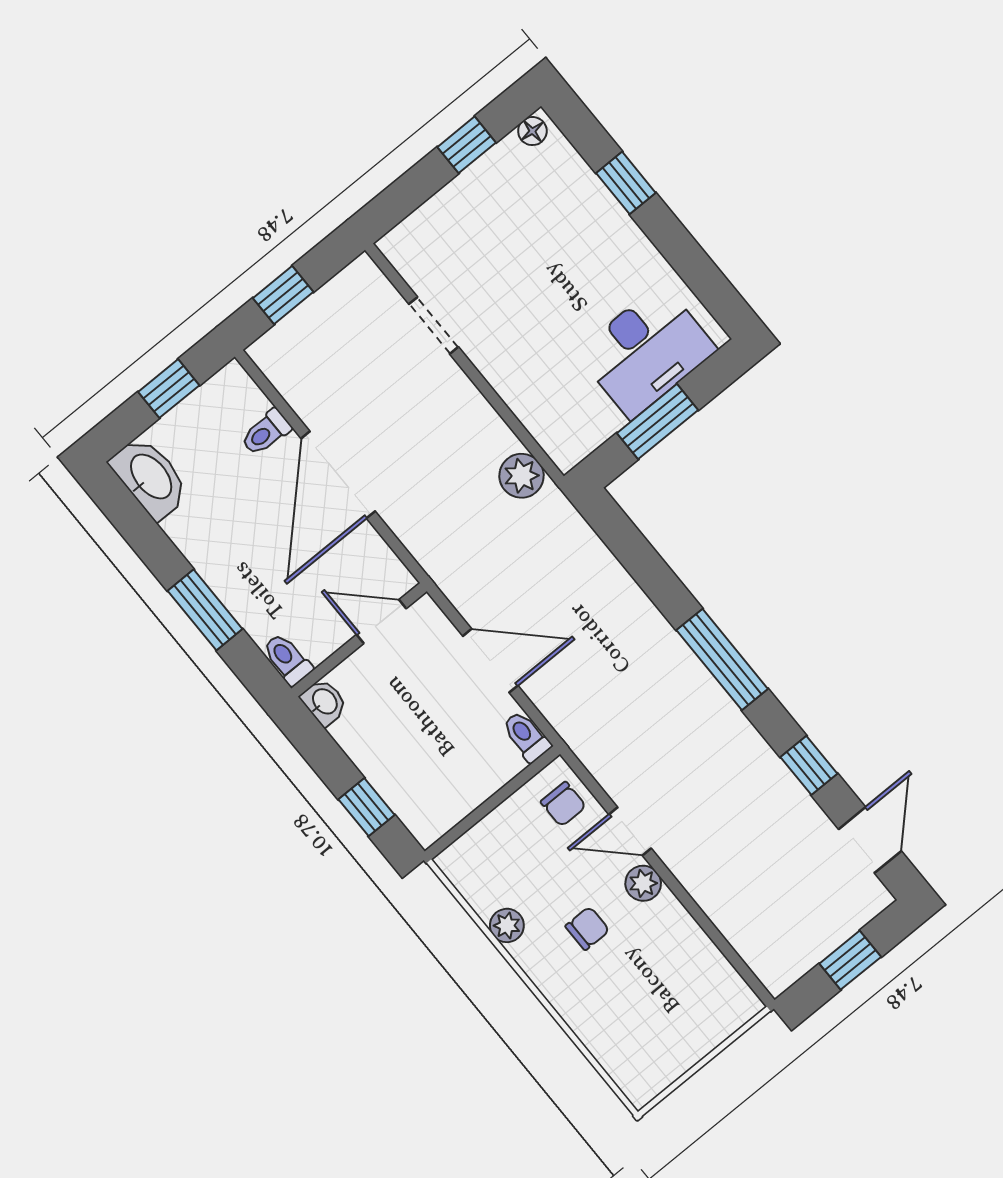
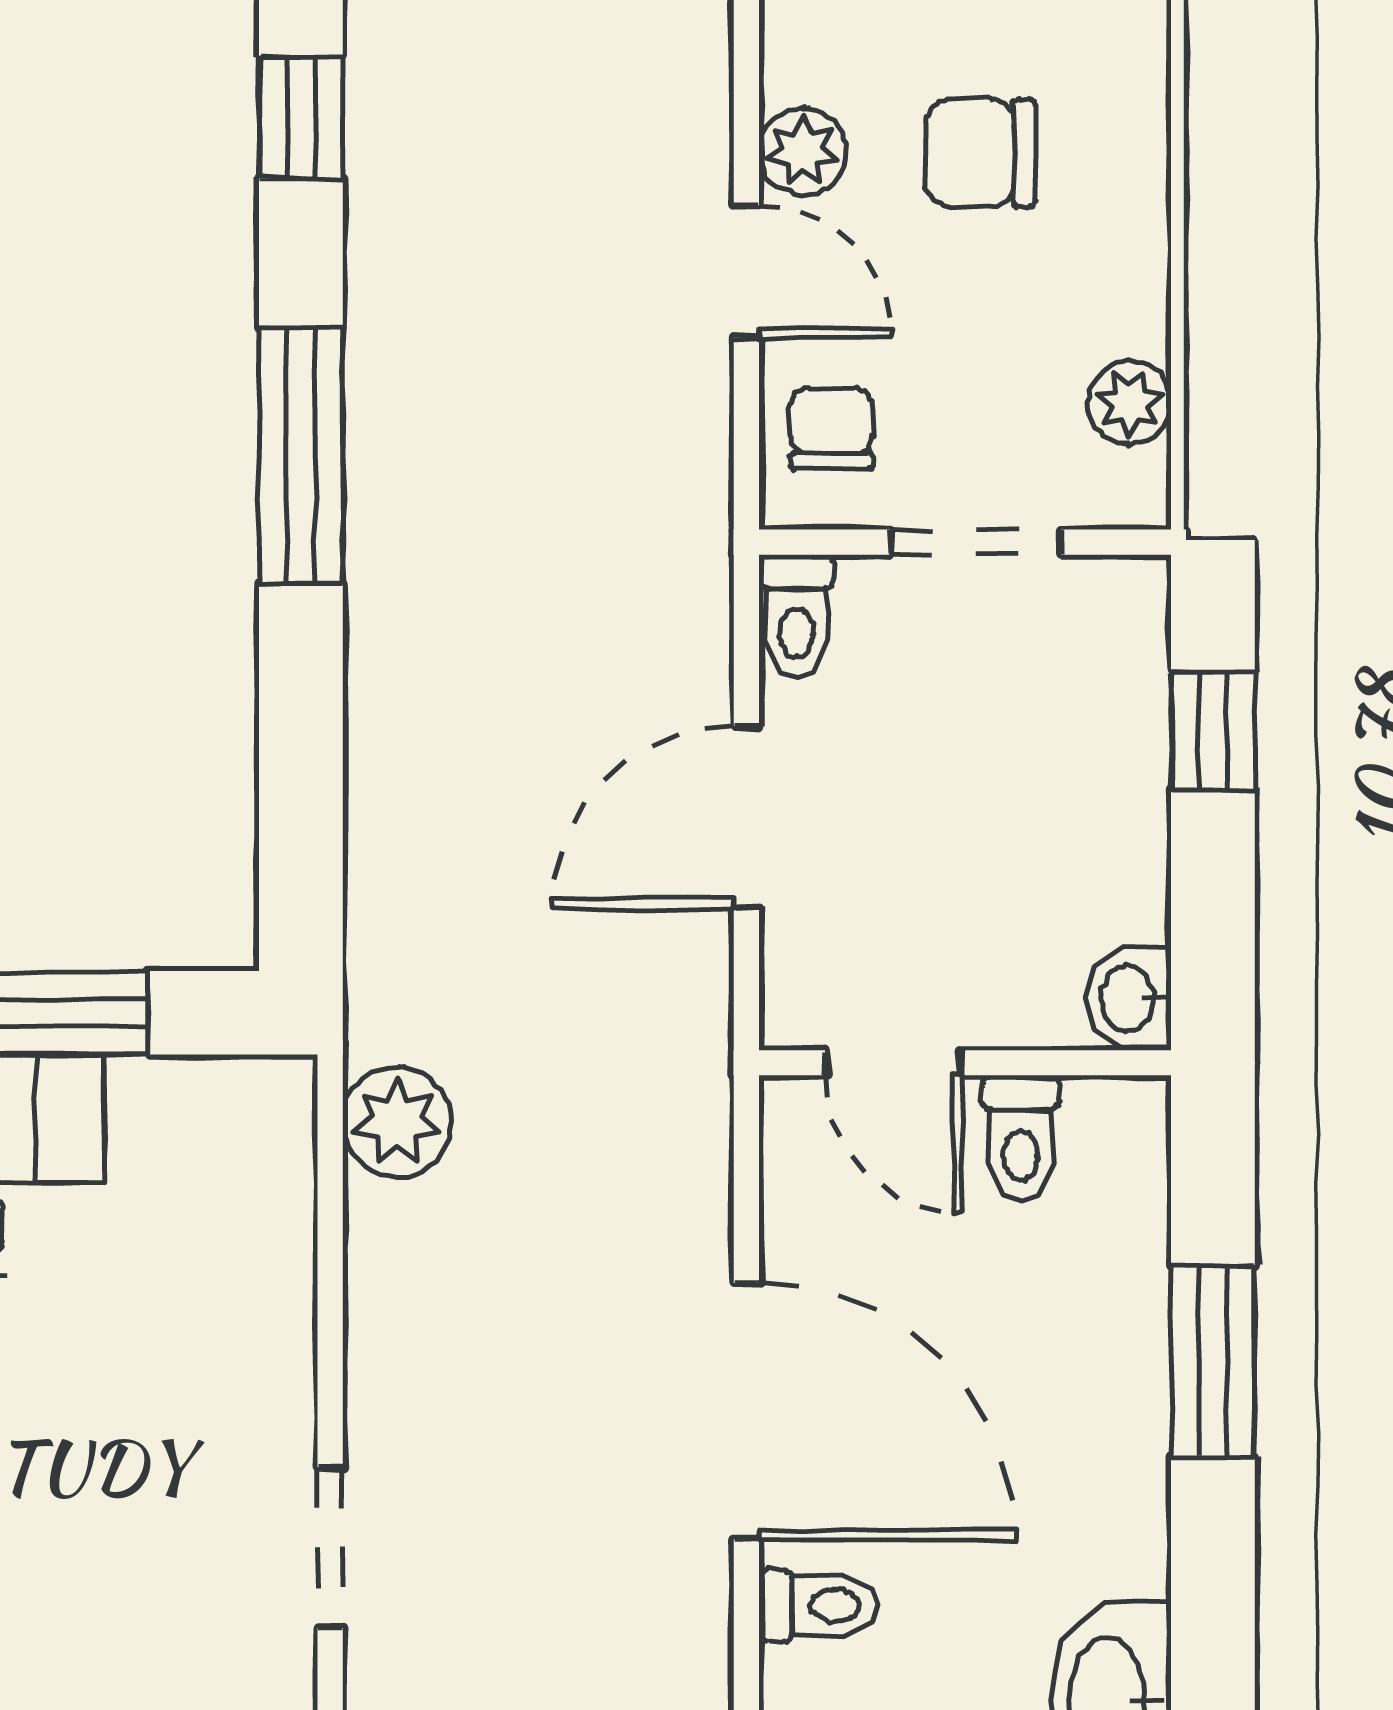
door: (338, 475) -> (746, 1411), hinge flipped
toilet: (287, 659) -> (1021, 1138), moved
door: (490, 661) -> (746, 817), hinge flipped
doorway: (489, 805) -> (976, 542), added
plant: (507, 925) -> (1130, 403), moved
chair: (587, 928) -> (980, 153), width x1.37, depth x1.37

